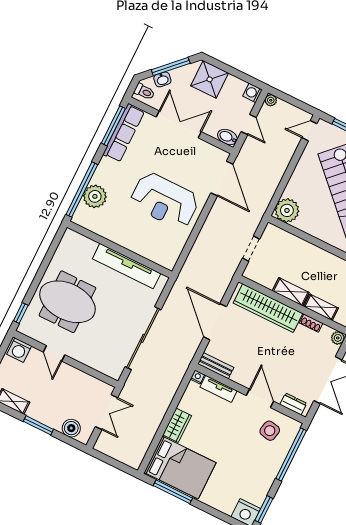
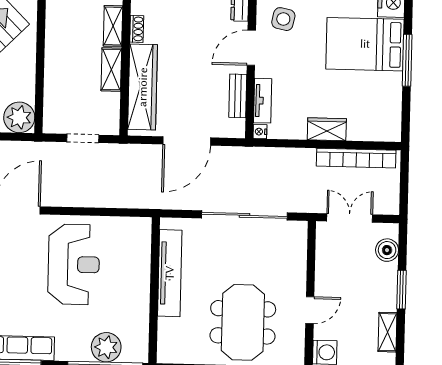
bench: (216, 366) -> (238, 96), moved
bookcase: (147, 436) -> (356, 158), added
bed: (180, 468) -> (365, 44), moved, turned -90
window: (173, 492) -> (407, 60), moved

